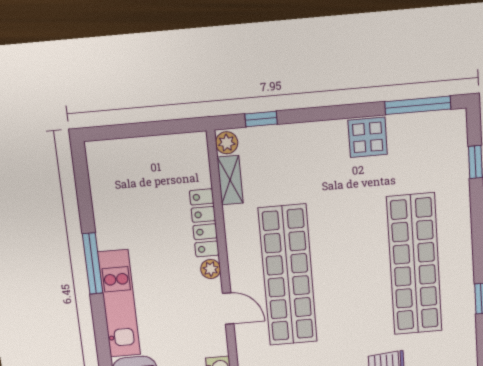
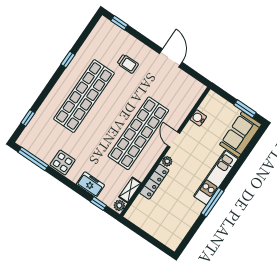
freezer: (297, 138) -> (90, 185), added

